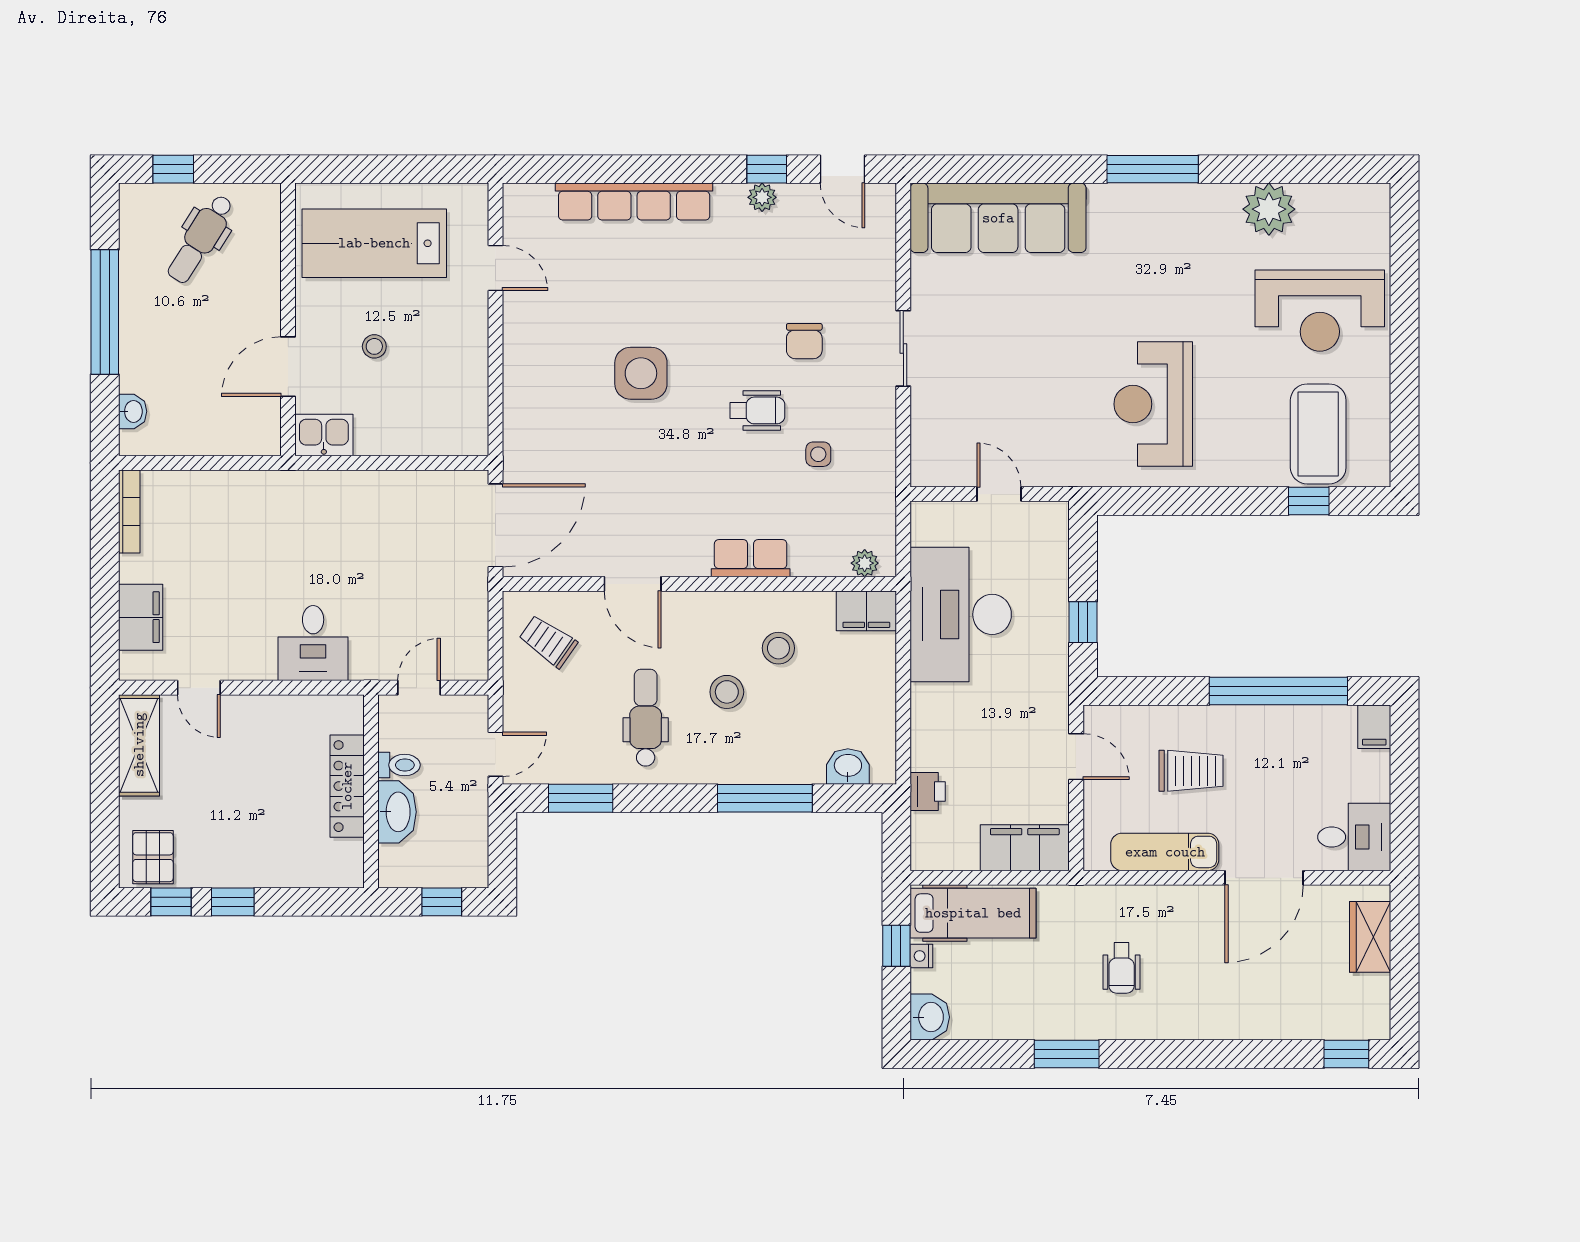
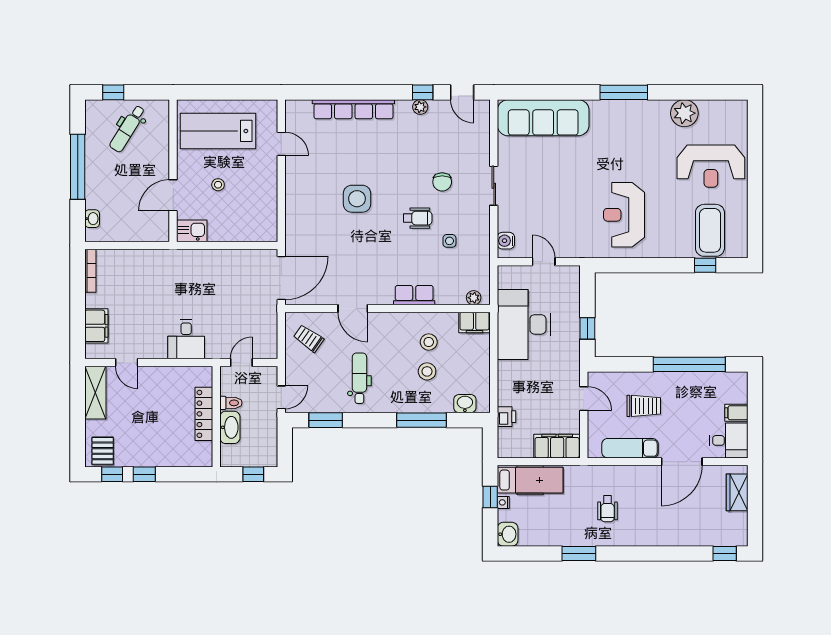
water cooler: (927, 454) -> (506, 241), added
stool: (727, 692) -> (427, 371), moved
filing cabinet: (1374, 727) -> (736, 413), moved, turned 90

